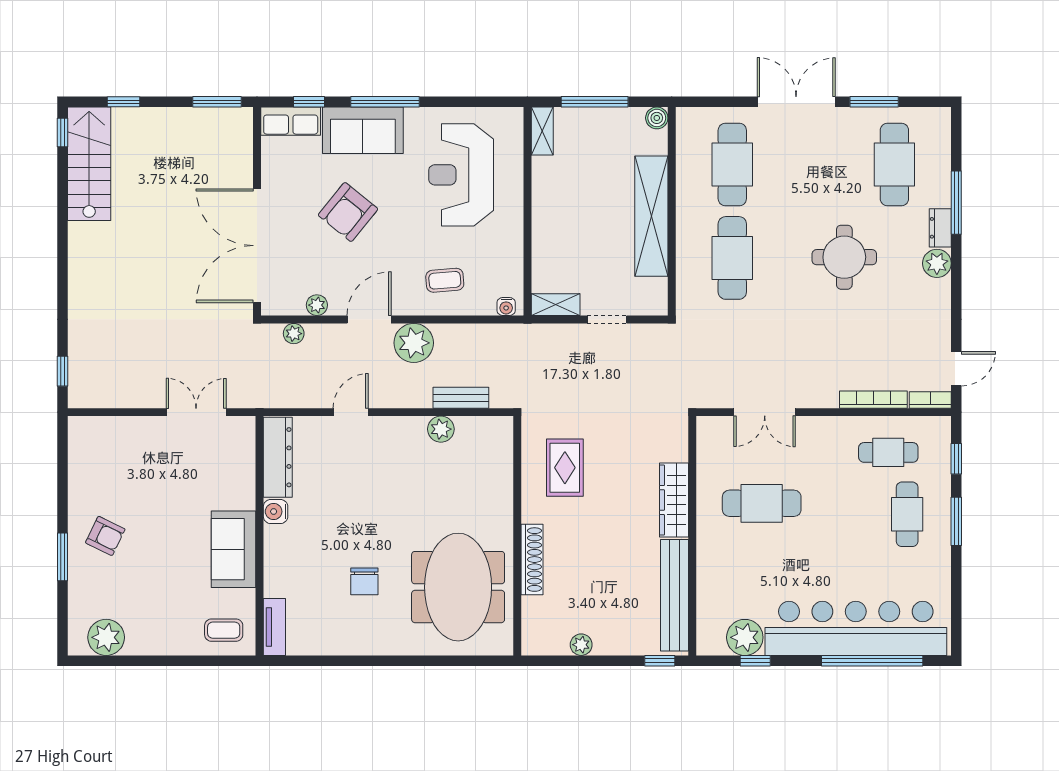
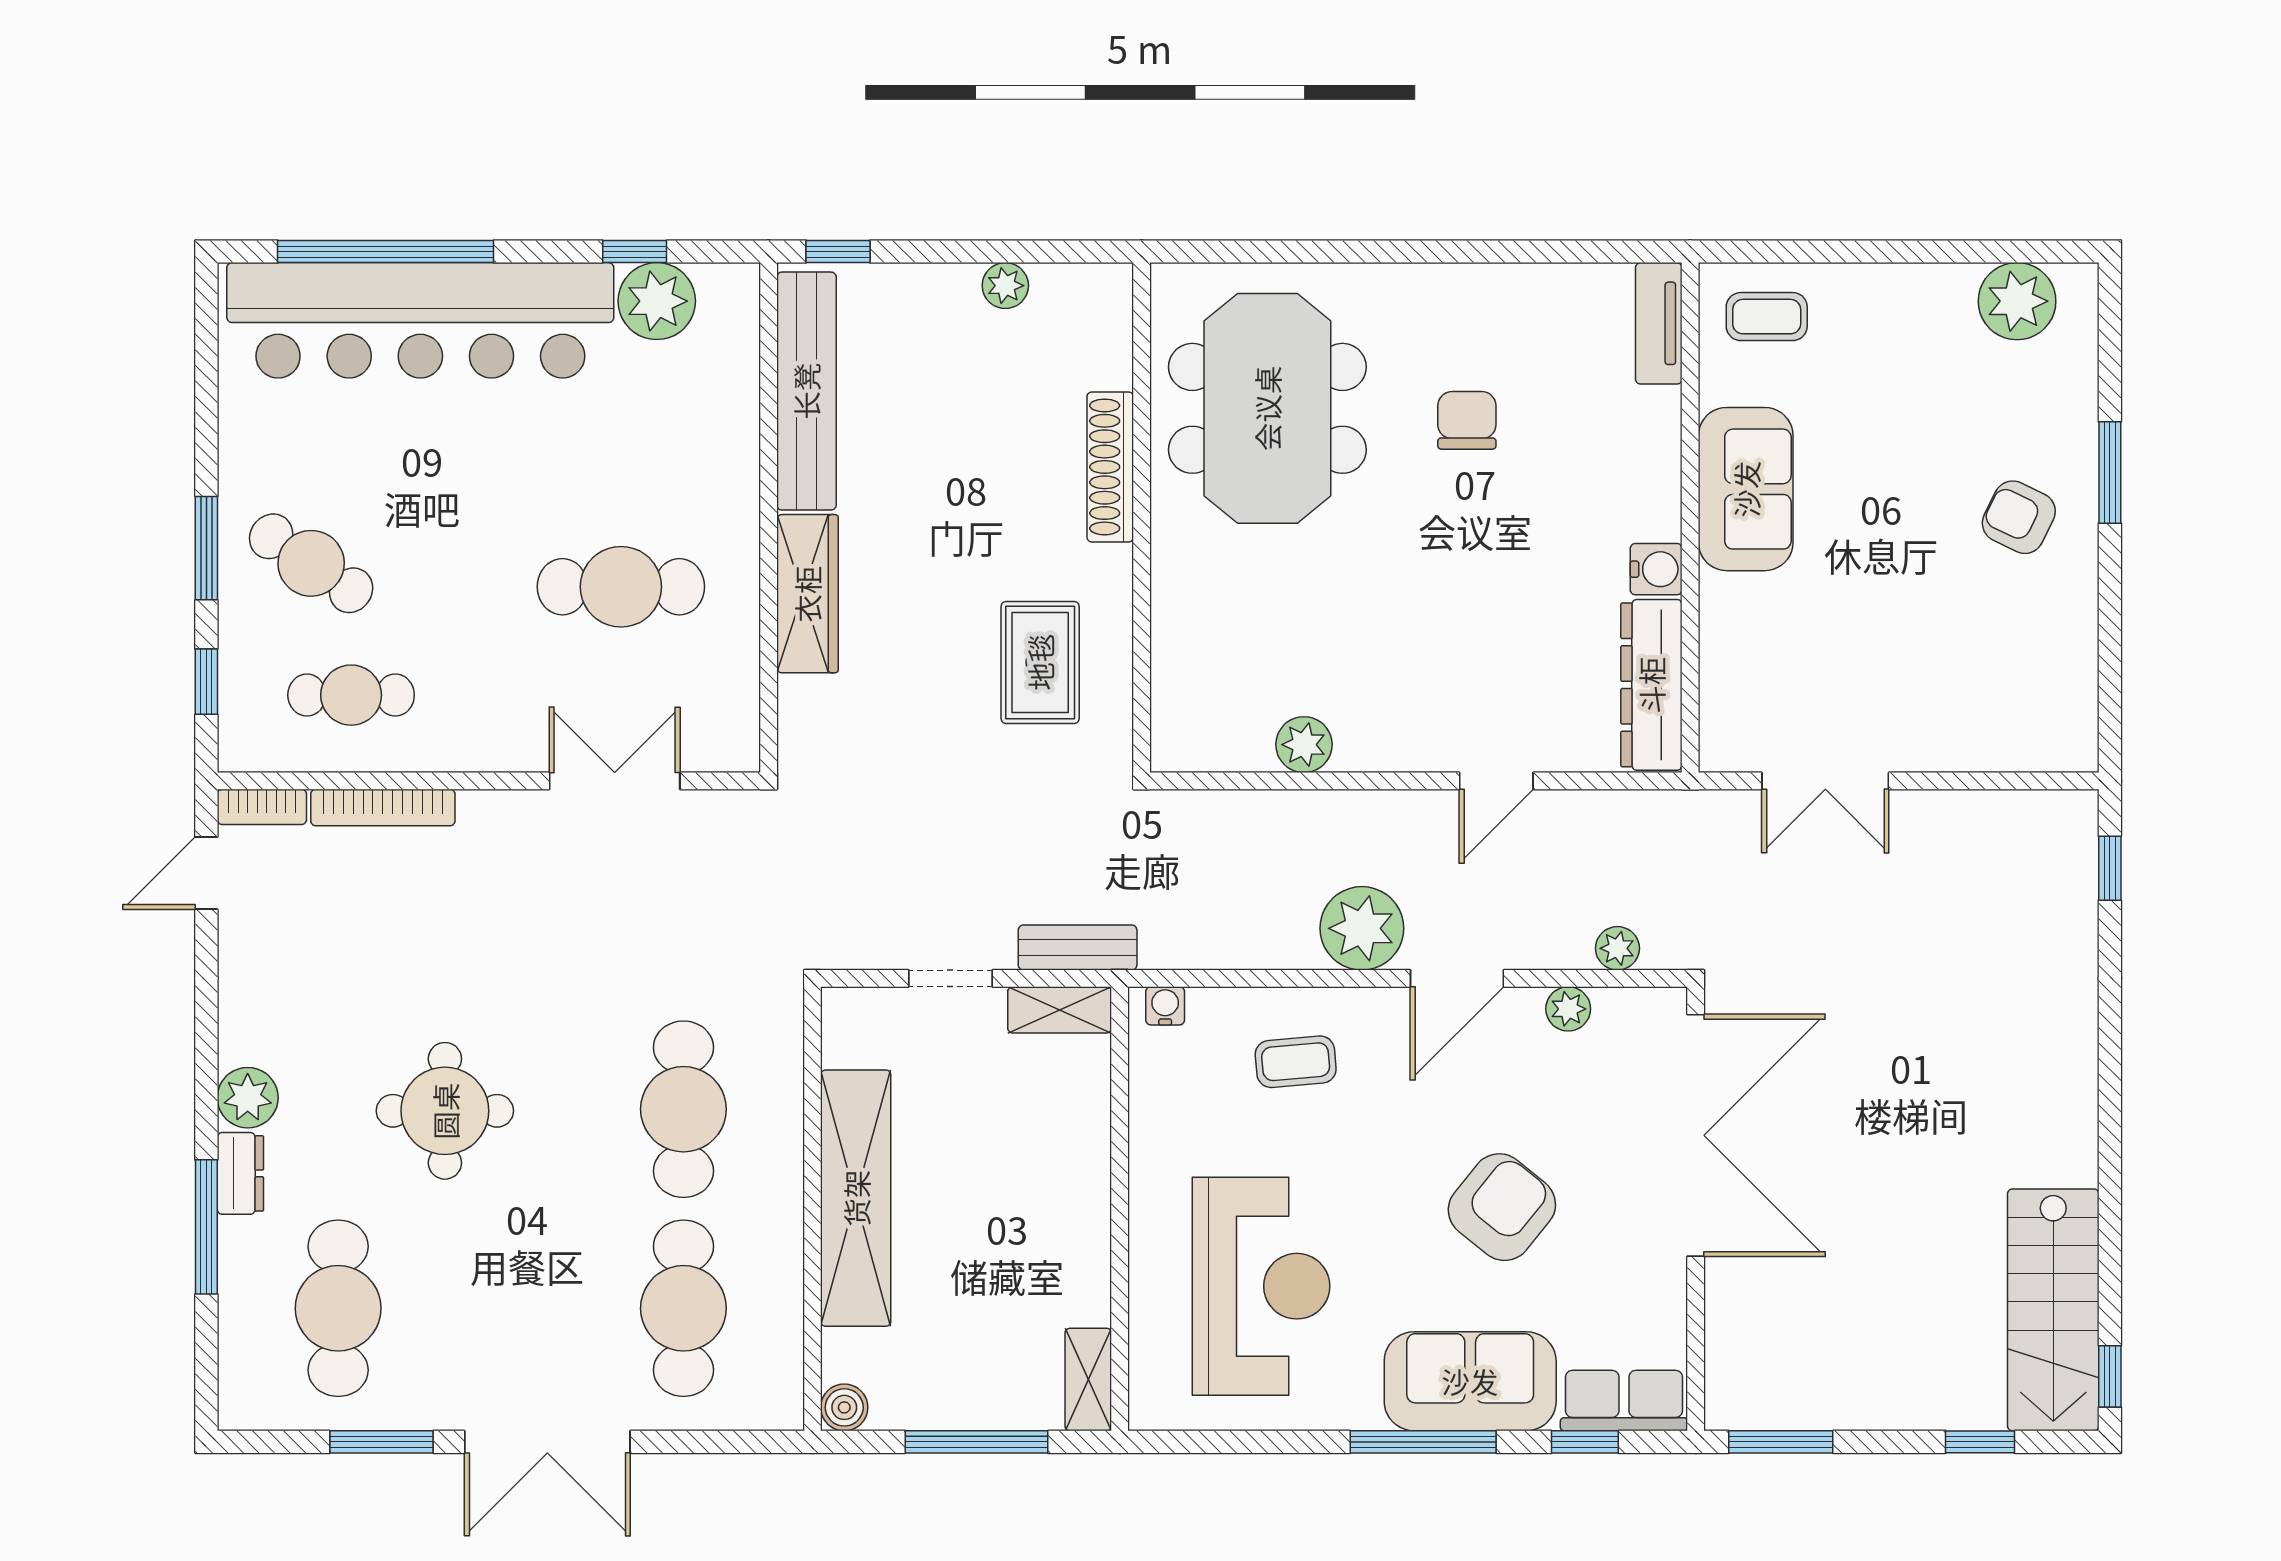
bench: (461, 398) -> (1078, 948), moved
cafe table: (907, 514) -> (311, 563), turned -56

